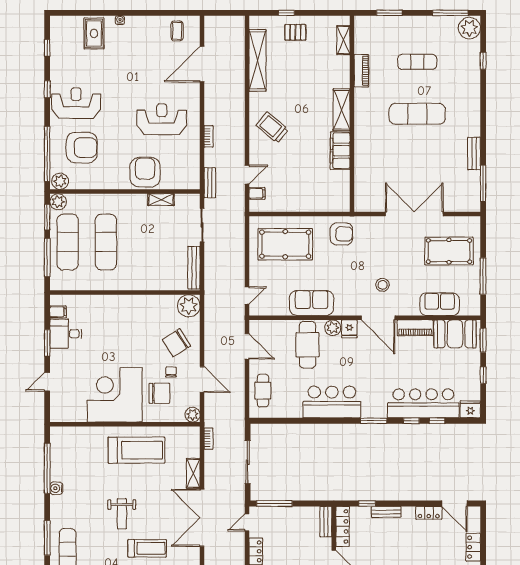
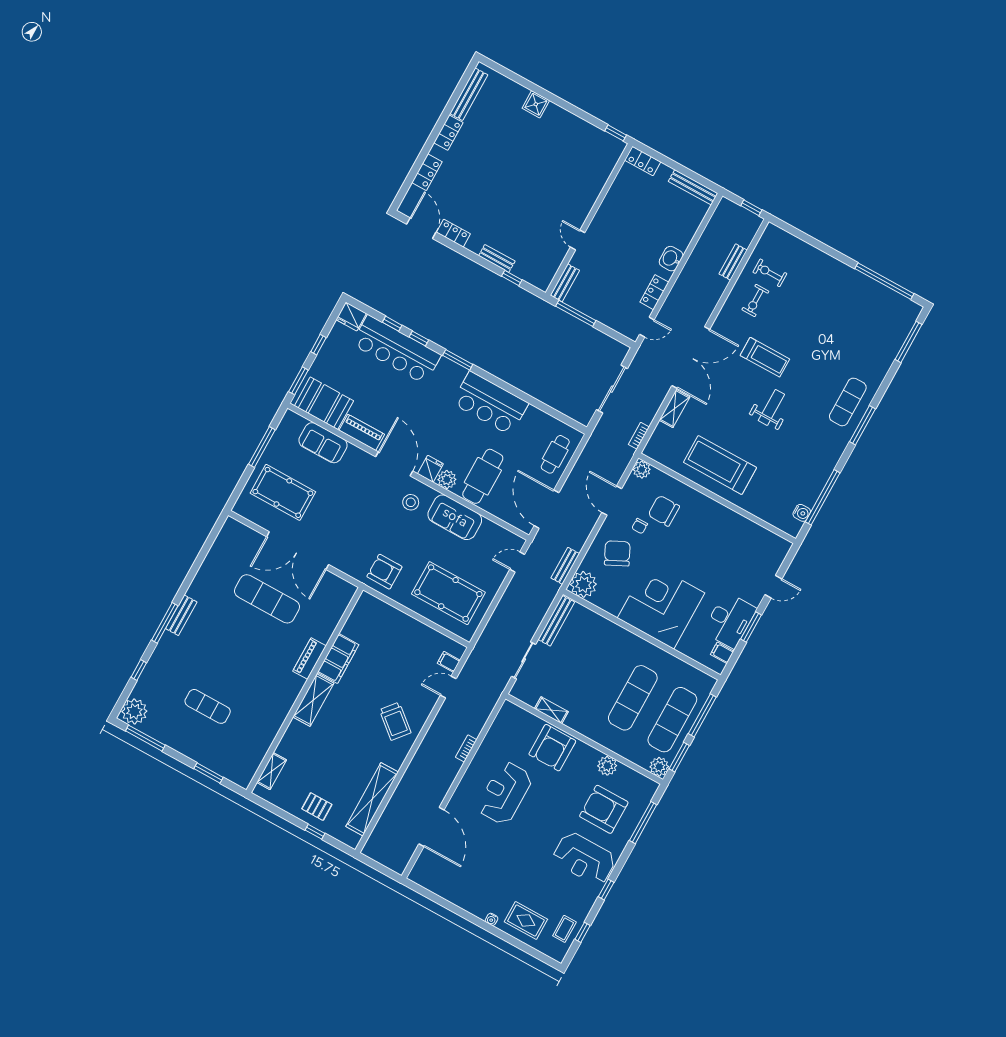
coffee table: (177, 31) -> (564, 929), moved
rug: (94, 33) -> (526, 920), turned 90
door: (202, 64) -> (432, 827), hinge flipped
piano: (361, 71) -> (309, 659), moved
exercise mat: (417, 114) -> (267, 599), moved
reception desk: (162, 119) -> (505, 793), turned 90
window: (47, 154) -> (643, 823), width x0.68
bench: (474, 154) -> (181, 615), moved
plant: (60, 181) -> (607, 766), moved
bench: (210, 183) -> (565, 566), moved
window: (483, 183) -> (165, 623), moved
stool: (383, 285) -> (411, 502), moved
desk: (66, 334) -> (730, 620), width x1.37
chair: (176, 343) -> (617, 553), turned -84
door: (247, 346) -> (546, 509), width x1.36
corner desk: (115, 395) -> (661, 606), moved, turned 180
water cooler: (56, 488) -> (802, 513), moved
window: (274, 503) -> (576, 313), moved
locker: (343, 526) -> (550, 268), removed
treadmill: (147, 548) -> (765, 357), turned 180

